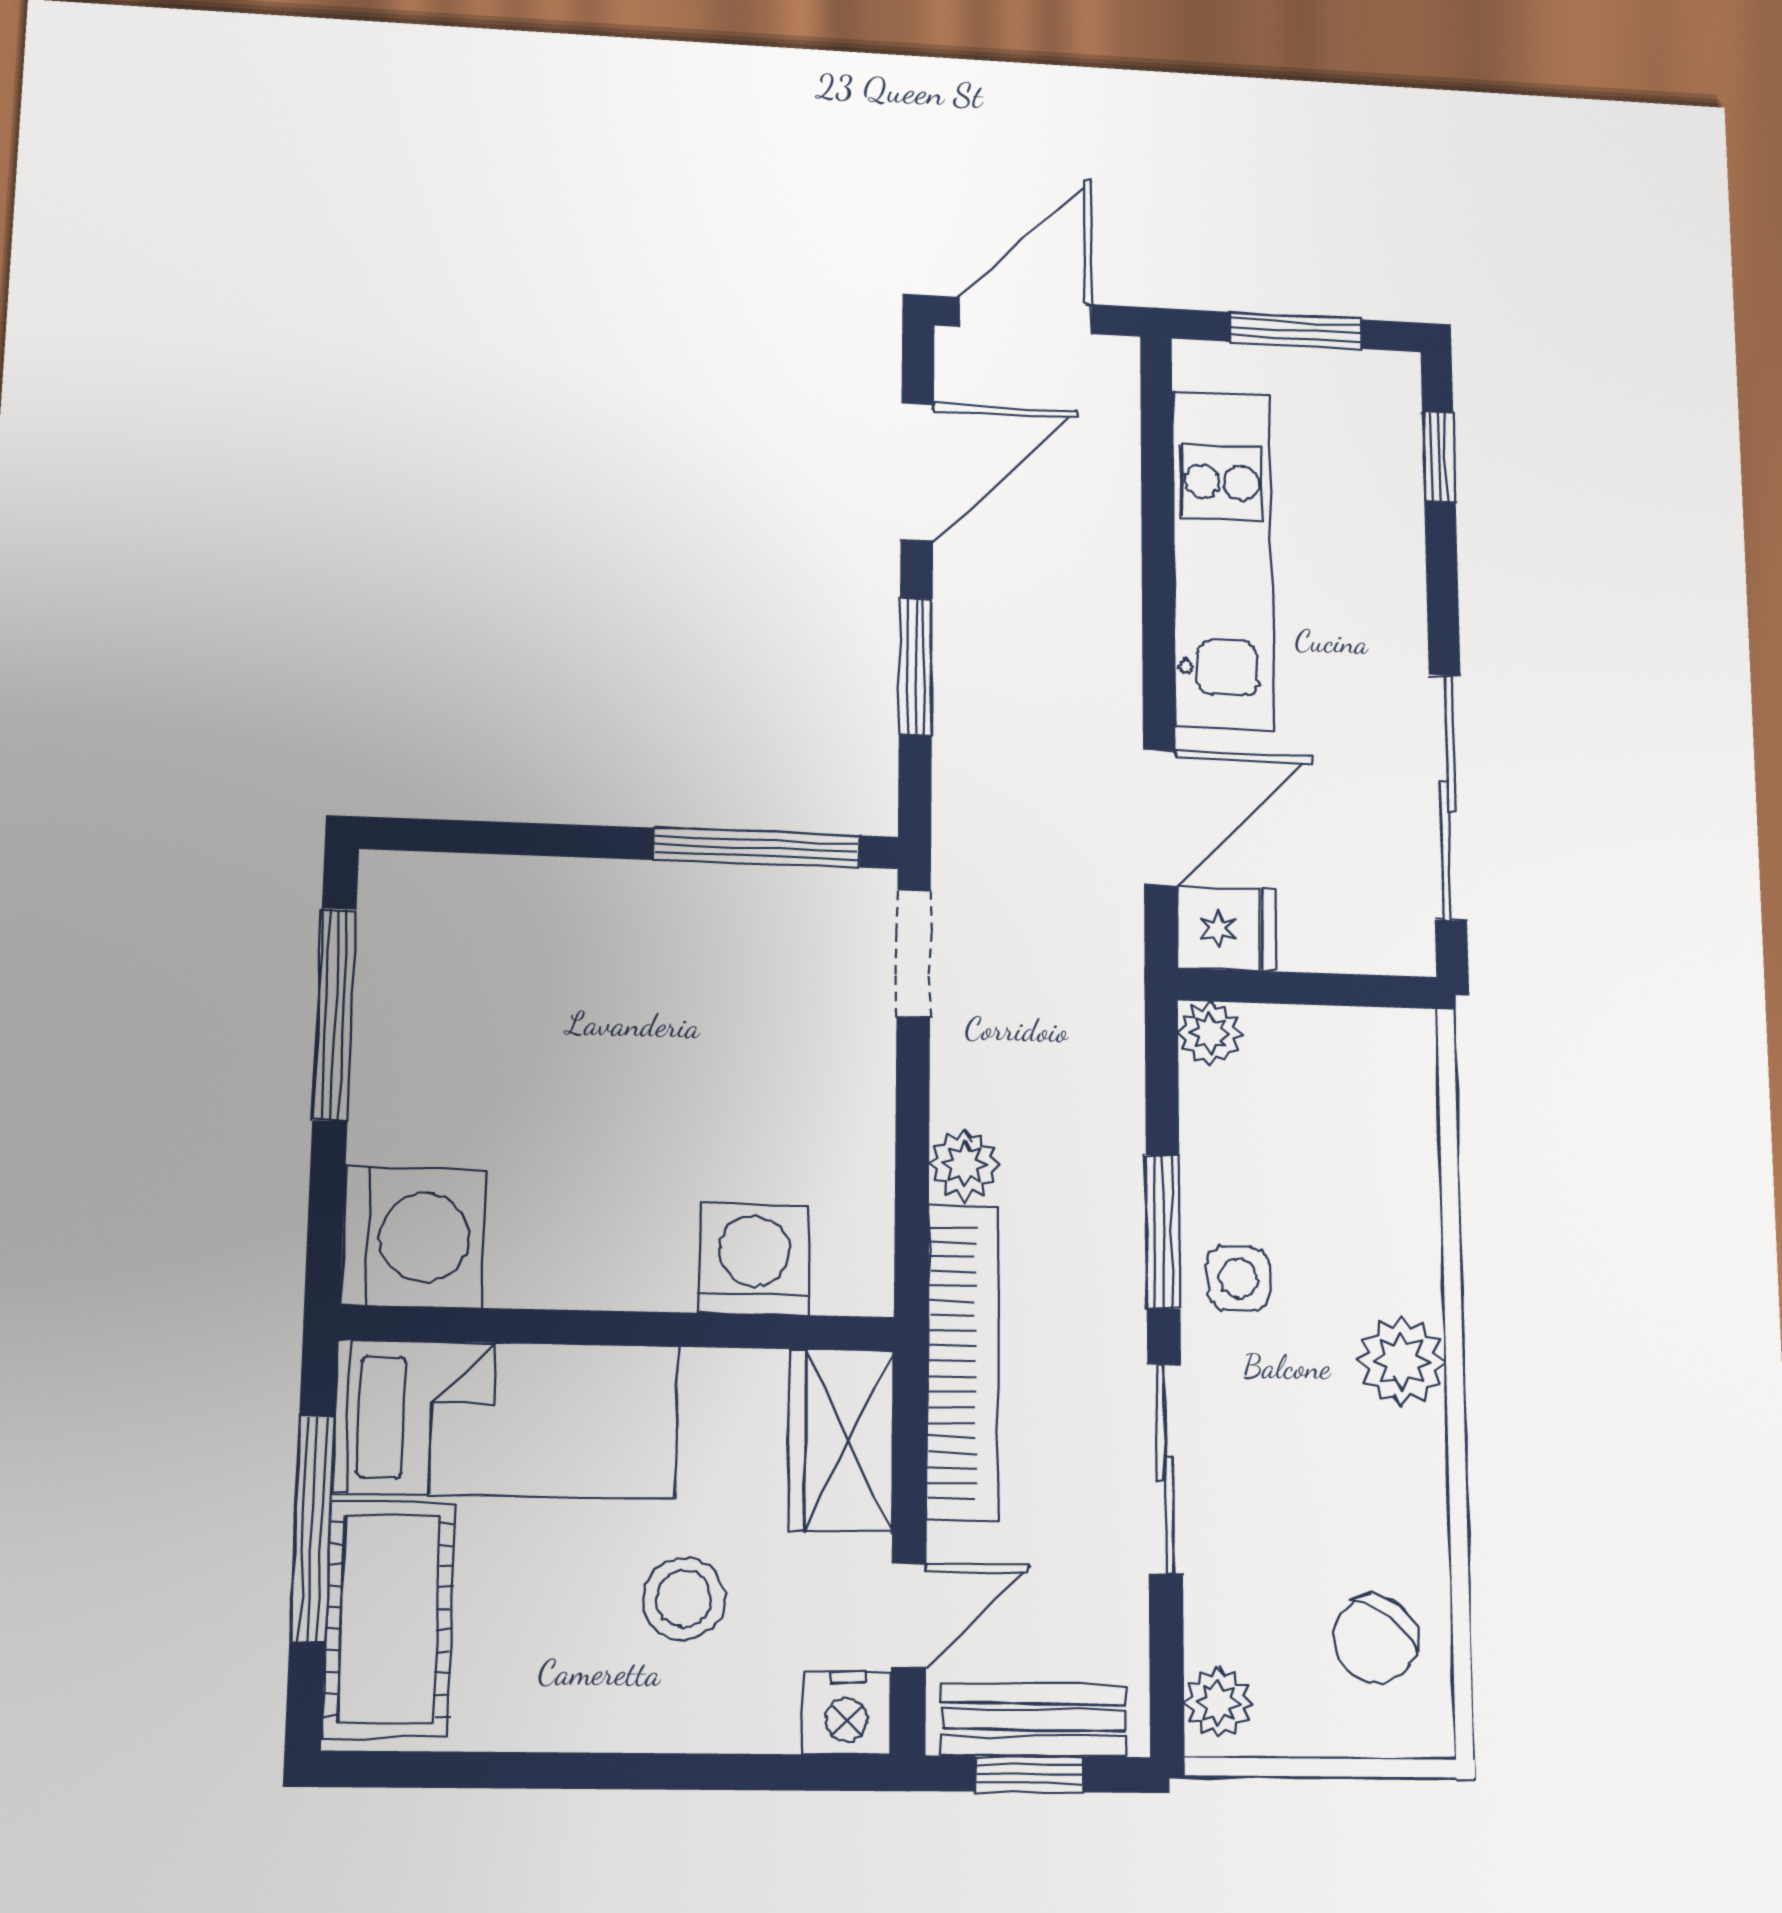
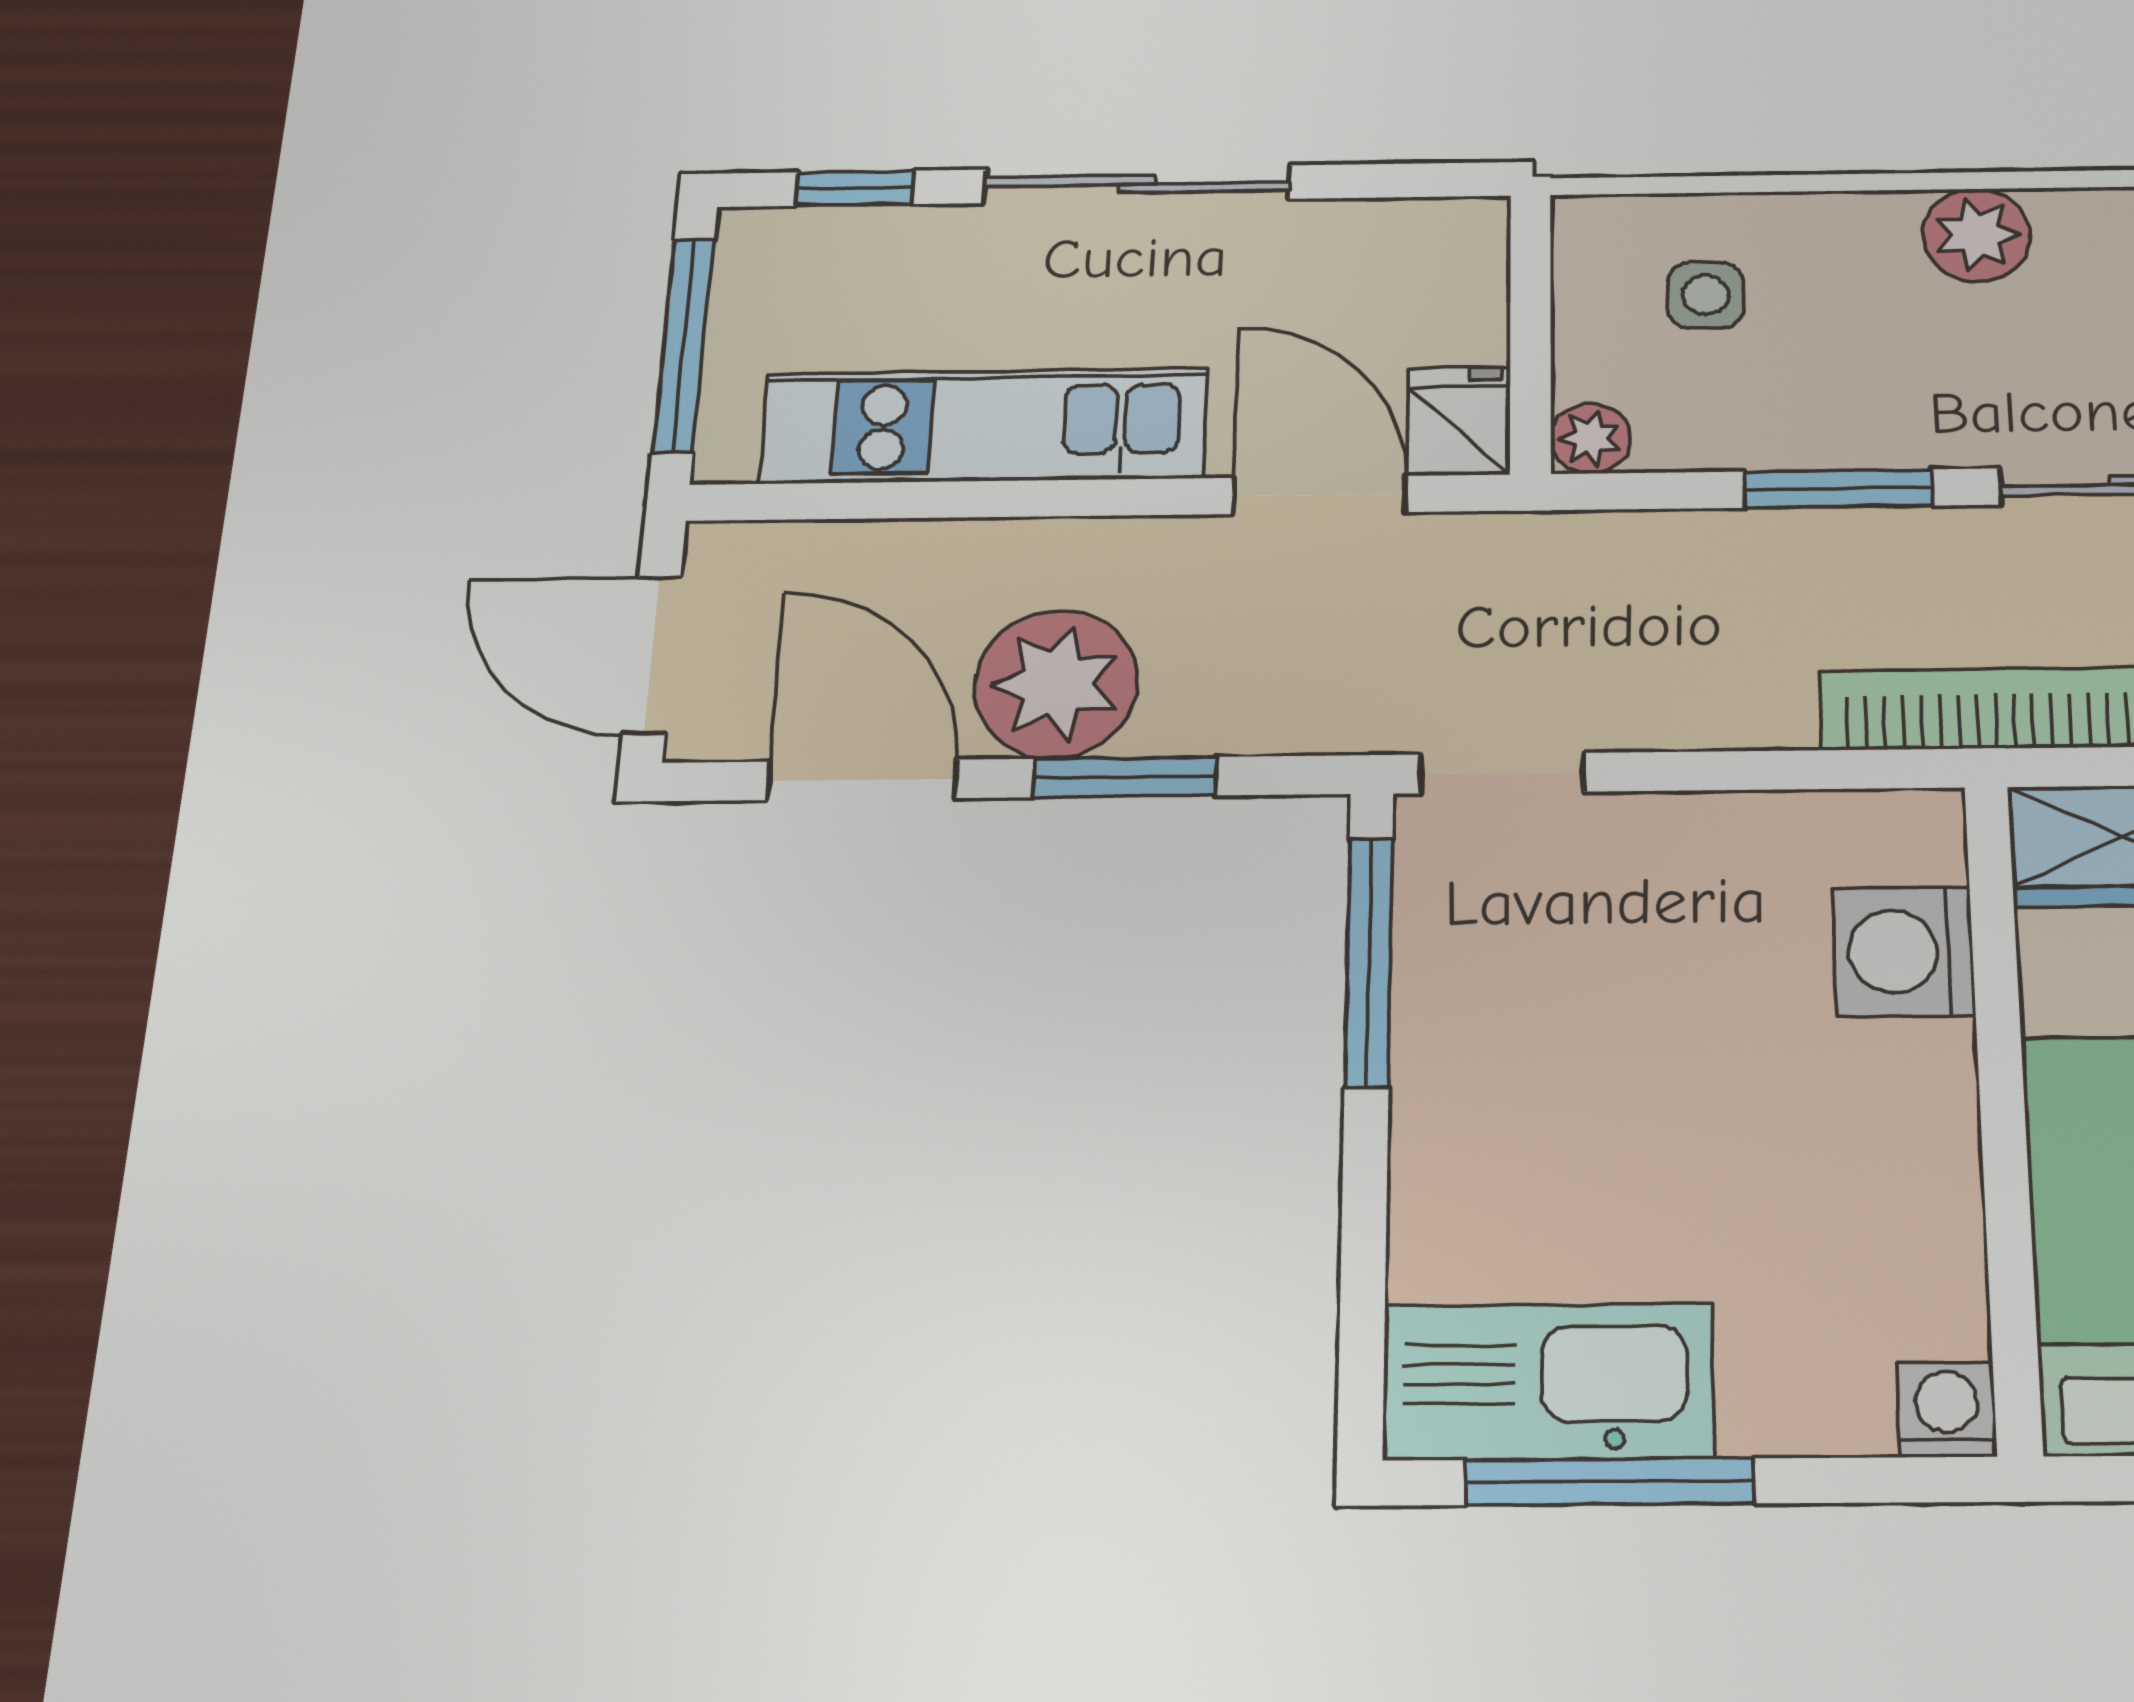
window: (1295, 330) -> (683, 345), width x1.44
sliding door: (1448, 797) -> (1137, 184), moved
kitchen sink: (414, 972) -> (1548, 1381), added
plant: (964, 1164) -> (1056, 684), moved, width x1.88, depth x1.88
washing machine: (413, 1237) -> (1947, 1409), width x0.53, depth x0.53
side table: (1238, 1279) -> (1705, 295), moved

